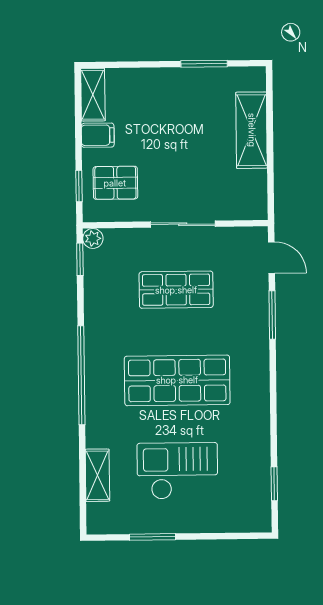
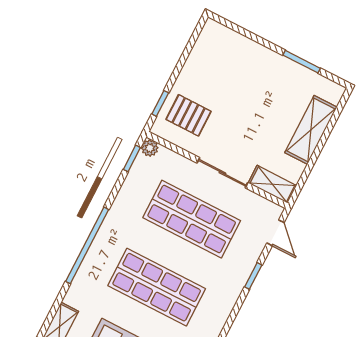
shelving: (93, 95) -> (272, 184), moved, turned 90
filing cabinet: (98, 135) -> (194, 73), removed
shop shelf: (176, 290) -> (192, 219), width x1.43, depth x1.36
window: (272, 315) -> (253, 276), width x0.67

